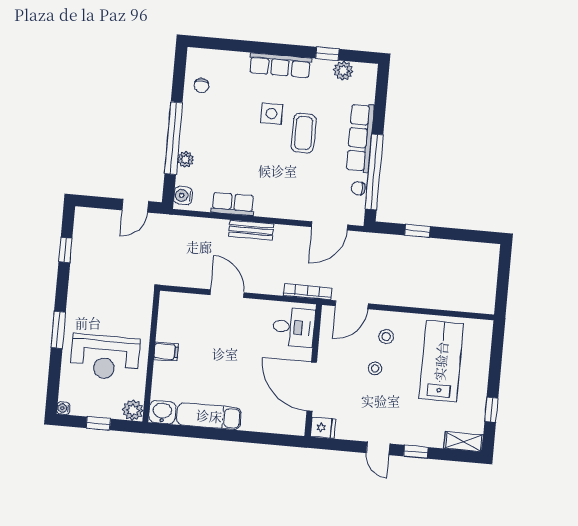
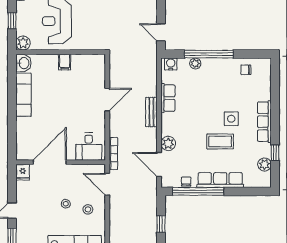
plant: (300, 210) -> (168, 143), added

